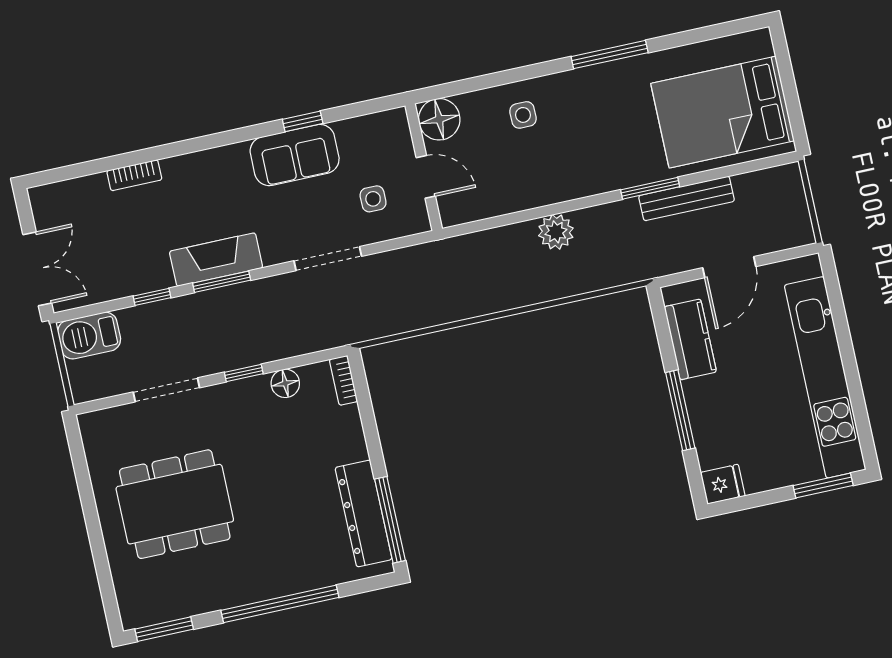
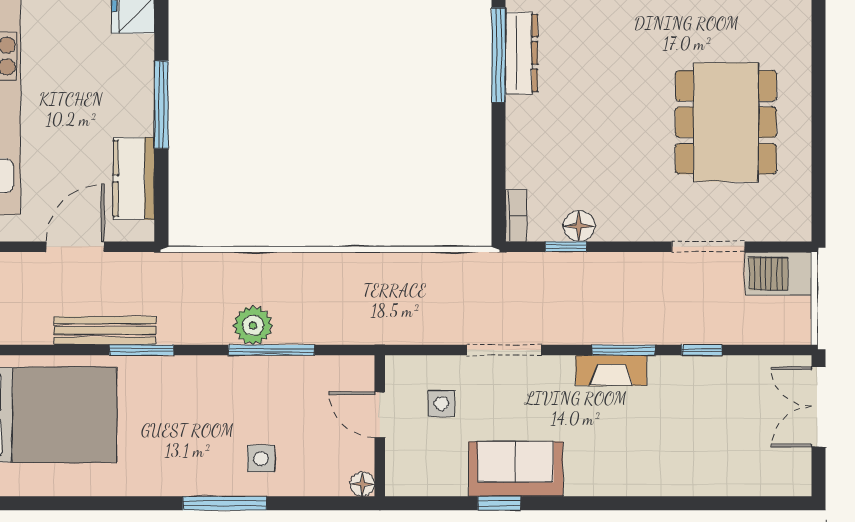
window: (610, 55) -> (225, 503), moved
floor lamp: (439, 119) -> (363, 484), width x0.53, depth x0.53
bookcase: (134, 175) -> (692, 485), removed
window: (535, 213) -> (271, 350), added
fireplace: (216, 260) -> (611, 370), width x0.73, depth x0.76
barbecue: (89, 336) -> (778, 274), moved, turned 180
window: (244, 373) -> (566, 247), moved
dining table: (175, 504) -> (726, 122), turned 90
dresser: (364, 513) -> (521, 53), width x0.73, depth x0.80

